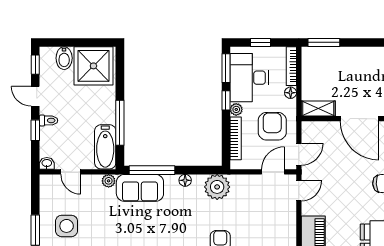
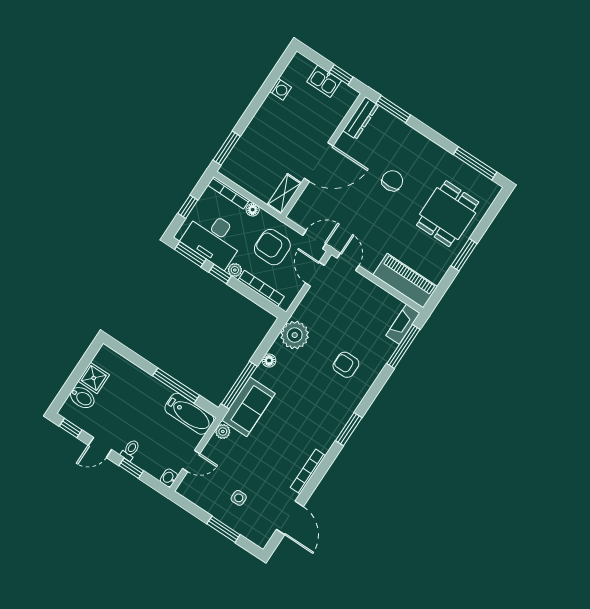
shower: (93, 66) -> (94, 378), width x0.54, depth x0.54
door: (299, 154) -> (314, 240), hinge flipped
side table: (67, 226) -> (239, 498), width x0.54, depth x0.54

